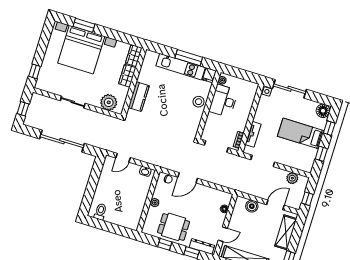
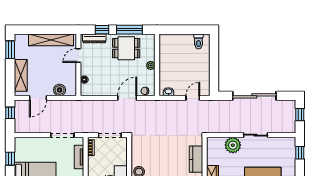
plant: (109, 102) -> (233, 145), moved
plant: (292, 178) -> (30, 128), removed
window: (165, 244) -> (129, 30), width x2.17

